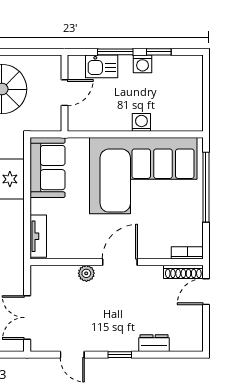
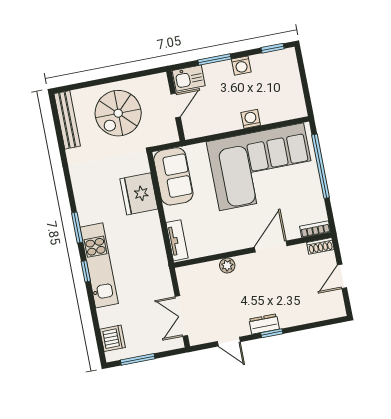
window: (159, 52) -> (273, 48), moved
kitchen sink: (102, 66) -> (189, 78), moved
door: (120, 262) -> (271, 247), moved
shoe rack: (183, 272) -> (320, 246), width x0.70
door: (206, 292) -> (342, 276), moved
dresser: (154, 343) -> (264, 324), moved

